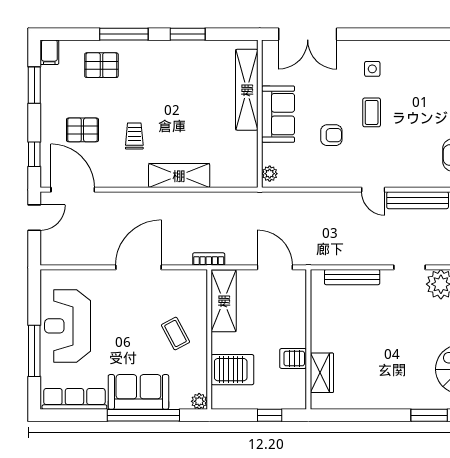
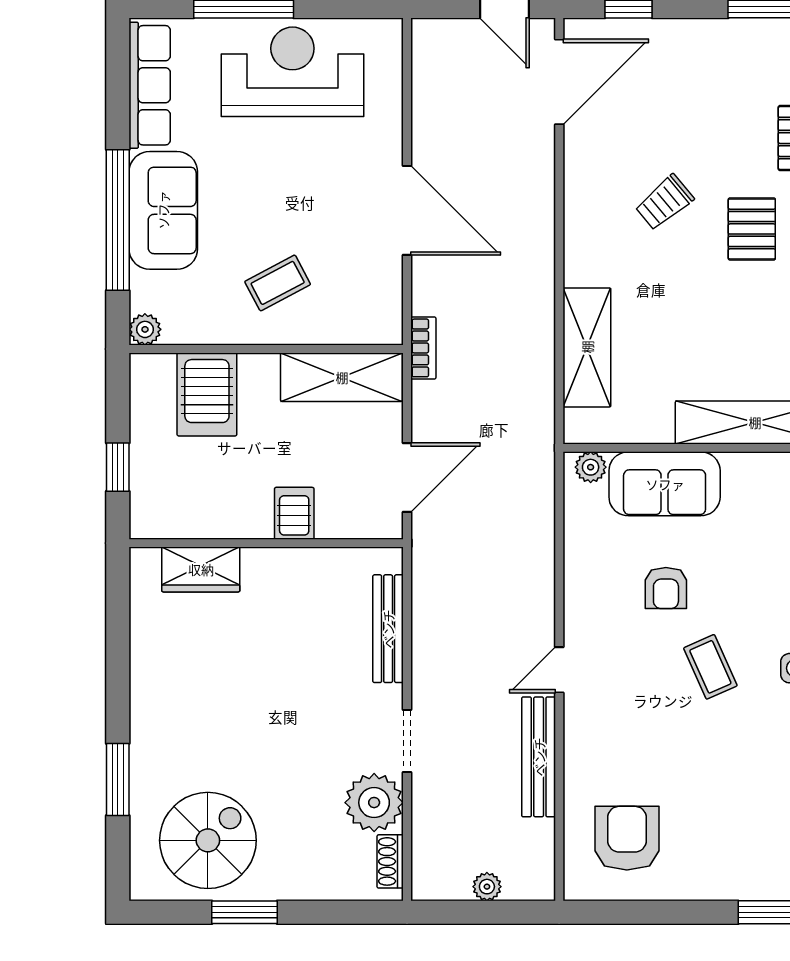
coffee table: (372, 112) -> (710, 667), turned 66
sofa: (278, 114) -> (665, 484), moved
pallet: (82, 130) -> (752, 229), moved
trolley: (134, 136) -> (664, 202), turned 140
shelving: (179, 176) -> (587, 347), moved
server rack: (293, 358) -> (294, 513), moved

